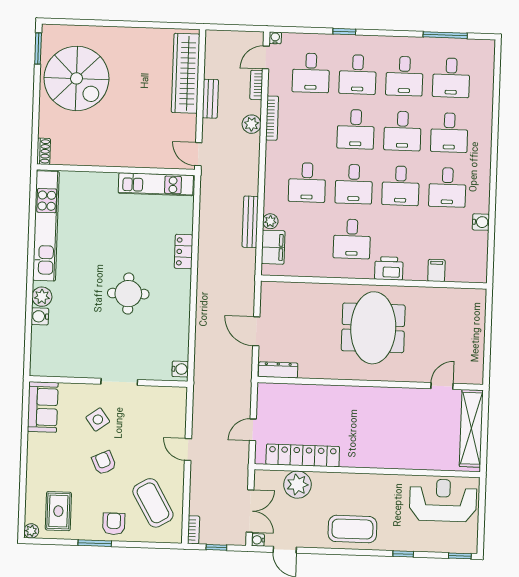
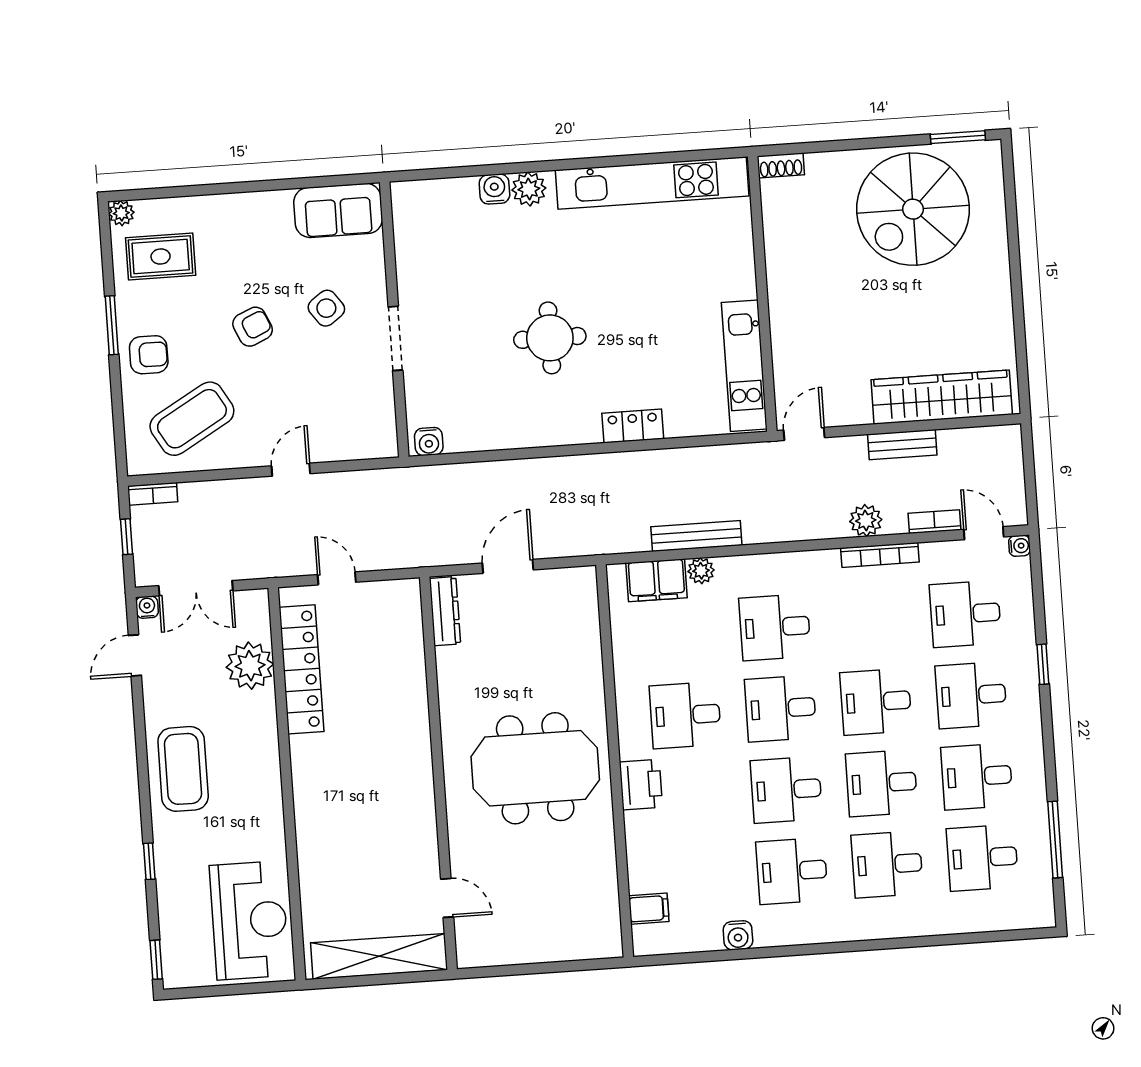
filing cabinet: (436, 271) -> (649, 909), moved

